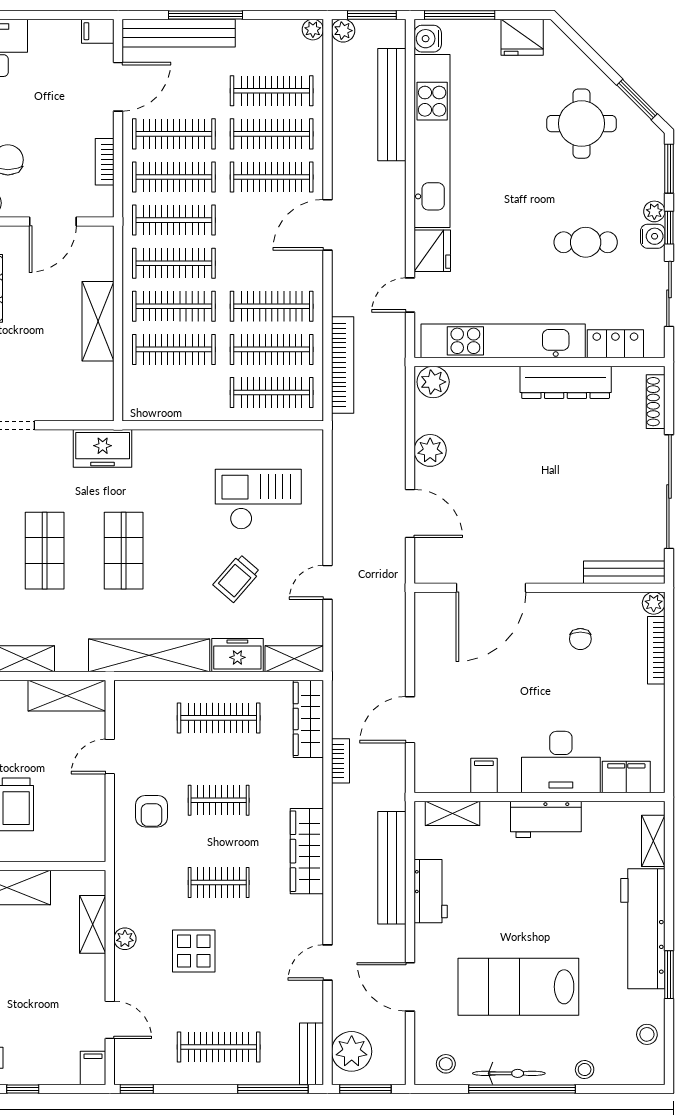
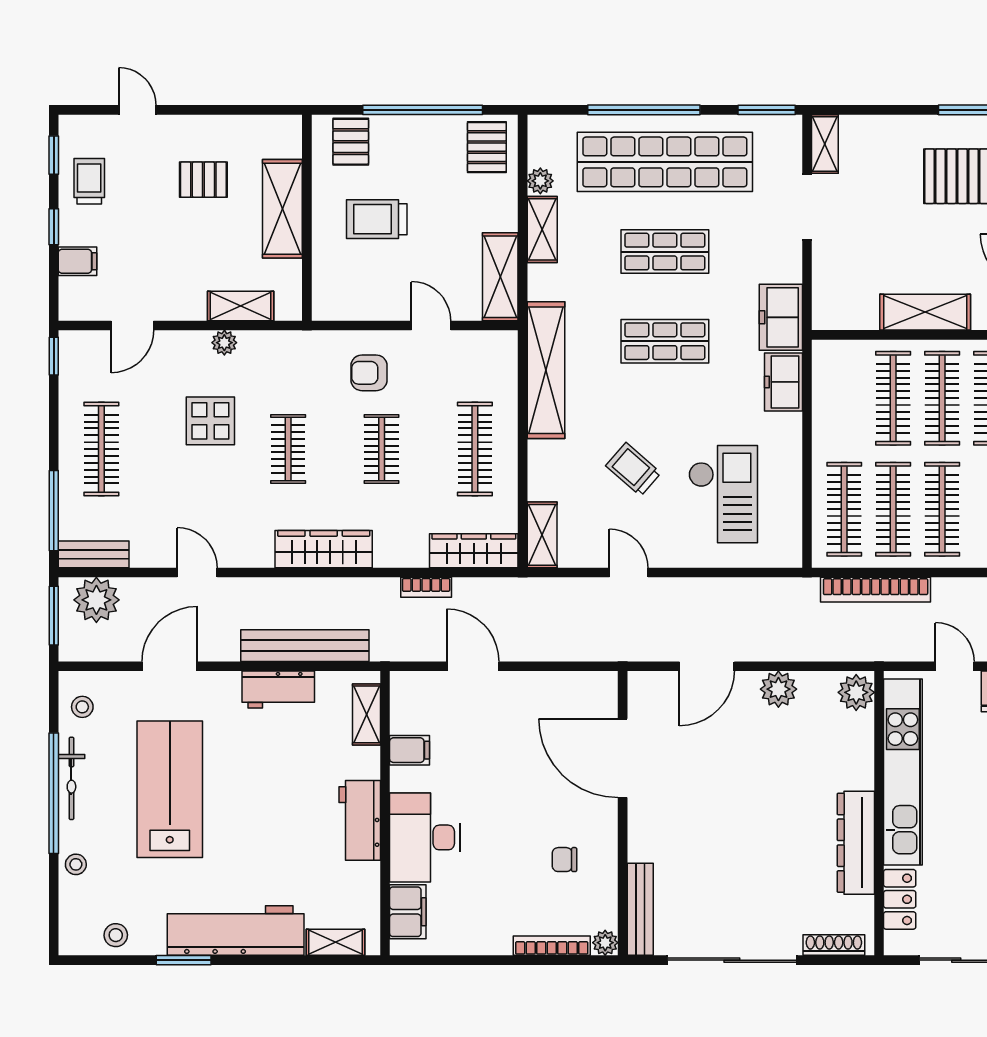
freezer: (237, 655) -> (783, 382), moved, turned 180
filing cabinet: (93, 1068) -> (78, 261), moved

